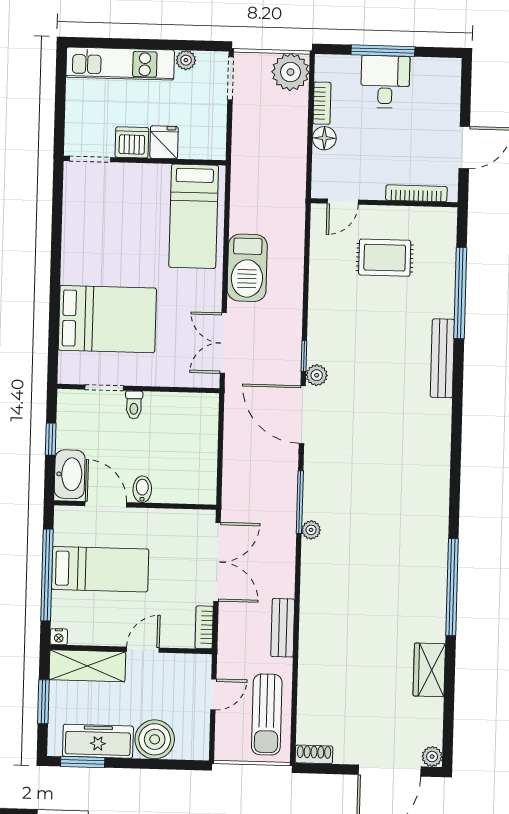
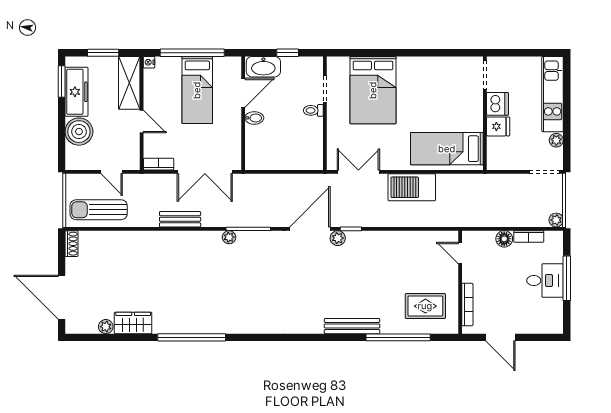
plant: (290, 72) -> (556, 220), width x0.53, depth x0.53
rug: (385, 258) -> (425, 306), moved, turned 90
bench: (283, 628) -> (180, 219), moved
plant: (432, 757) -> (106, 327), moved

